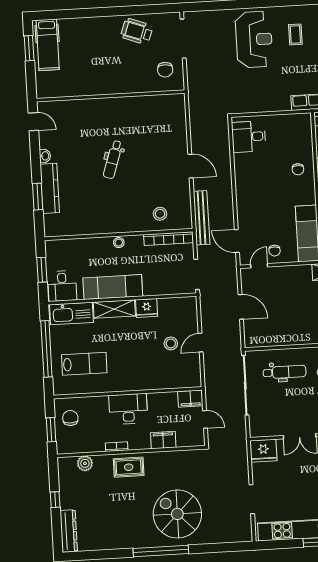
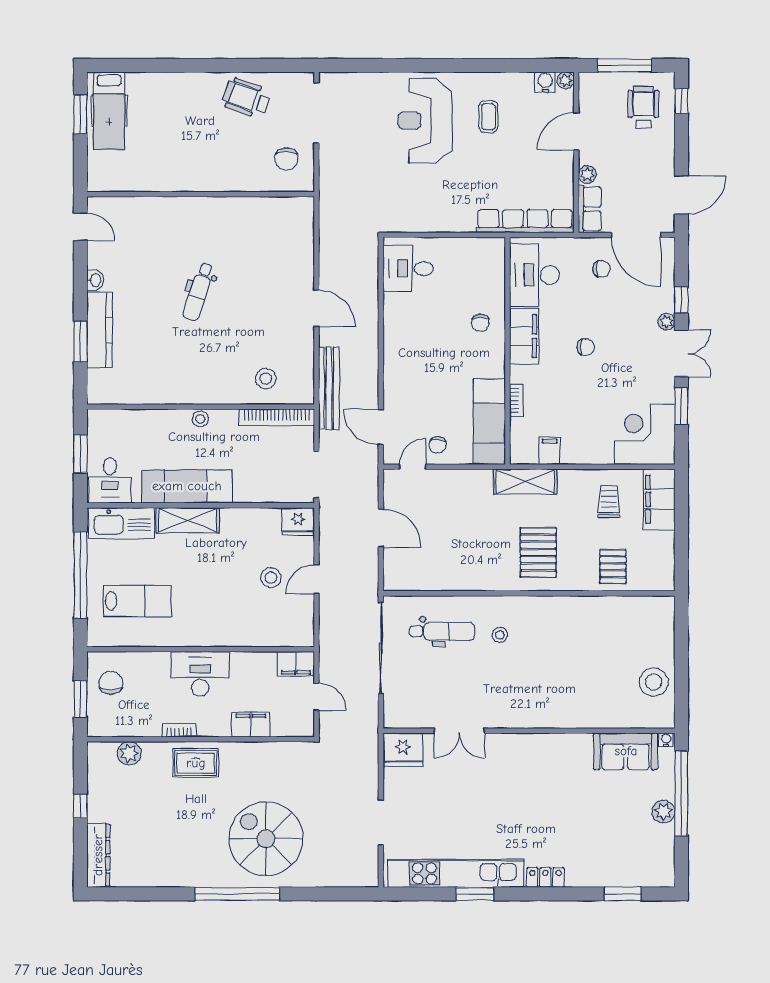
reception desk: (254, 39) -> (425, 121), turned 180
fridge: (147, 308) -> (298, 521), moved

